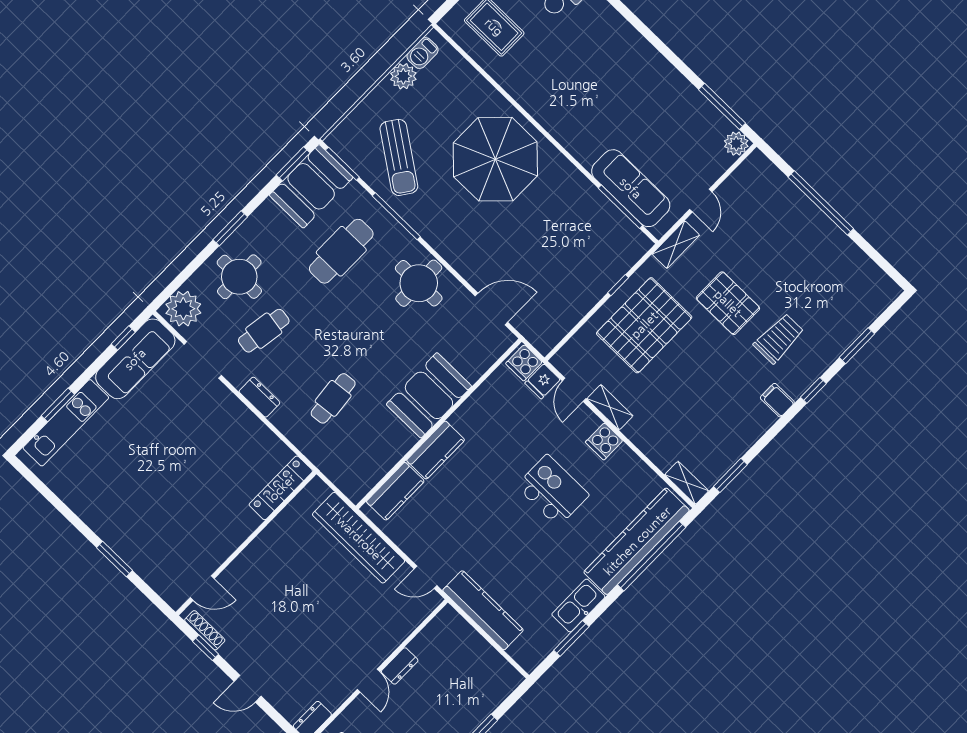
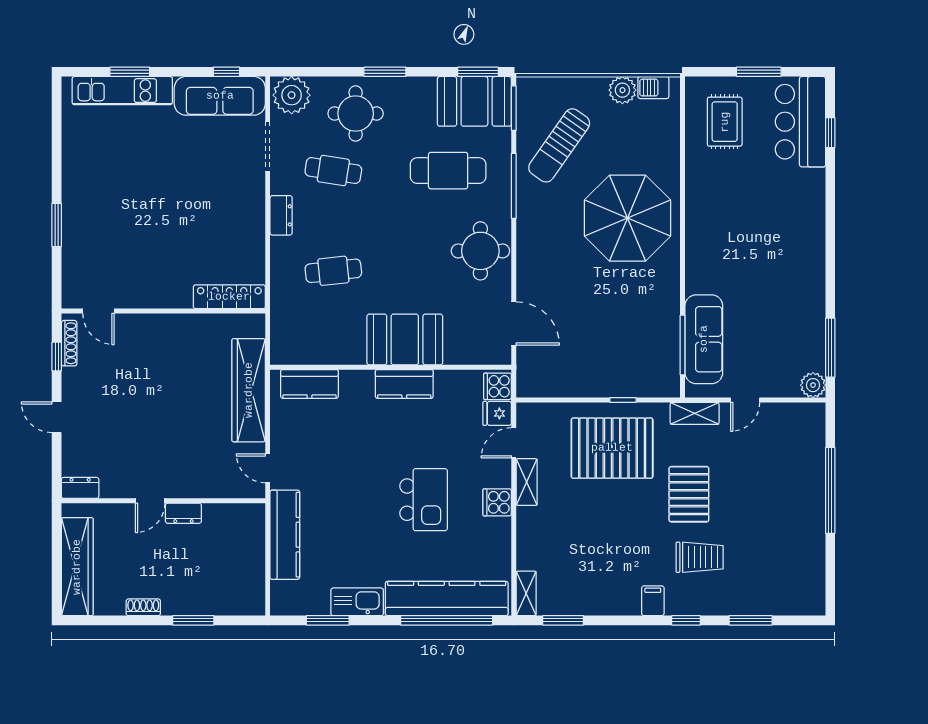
kitchen counter: (436, 450) -> (404, 384), moved

